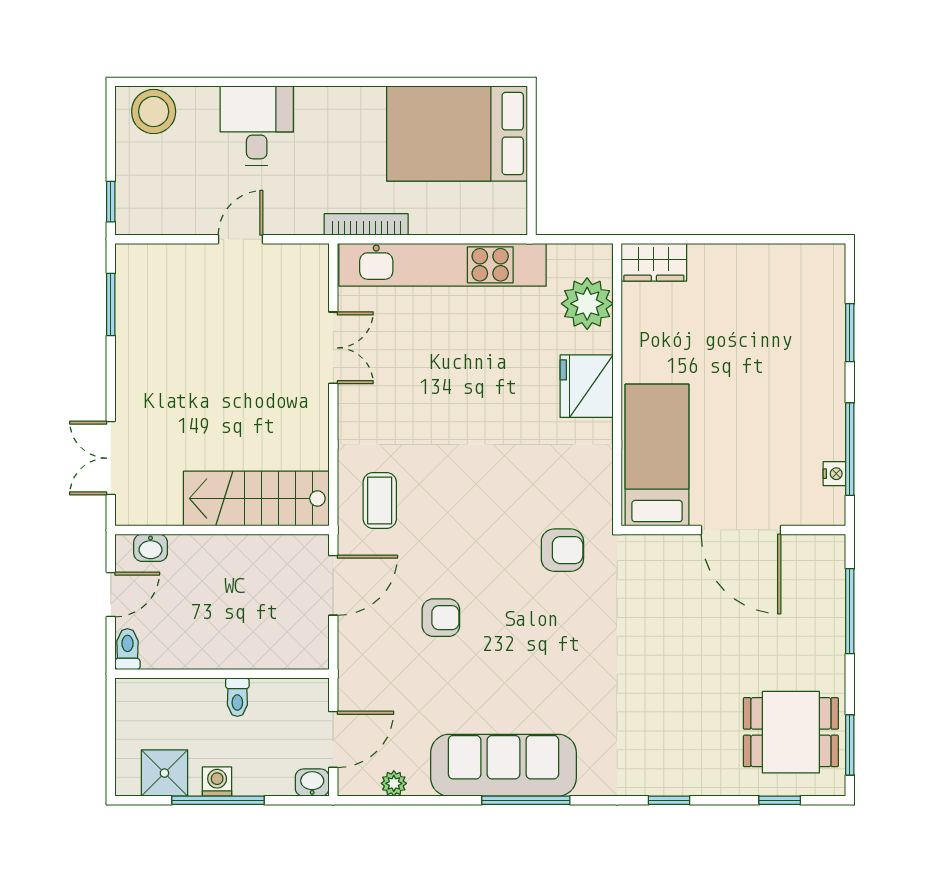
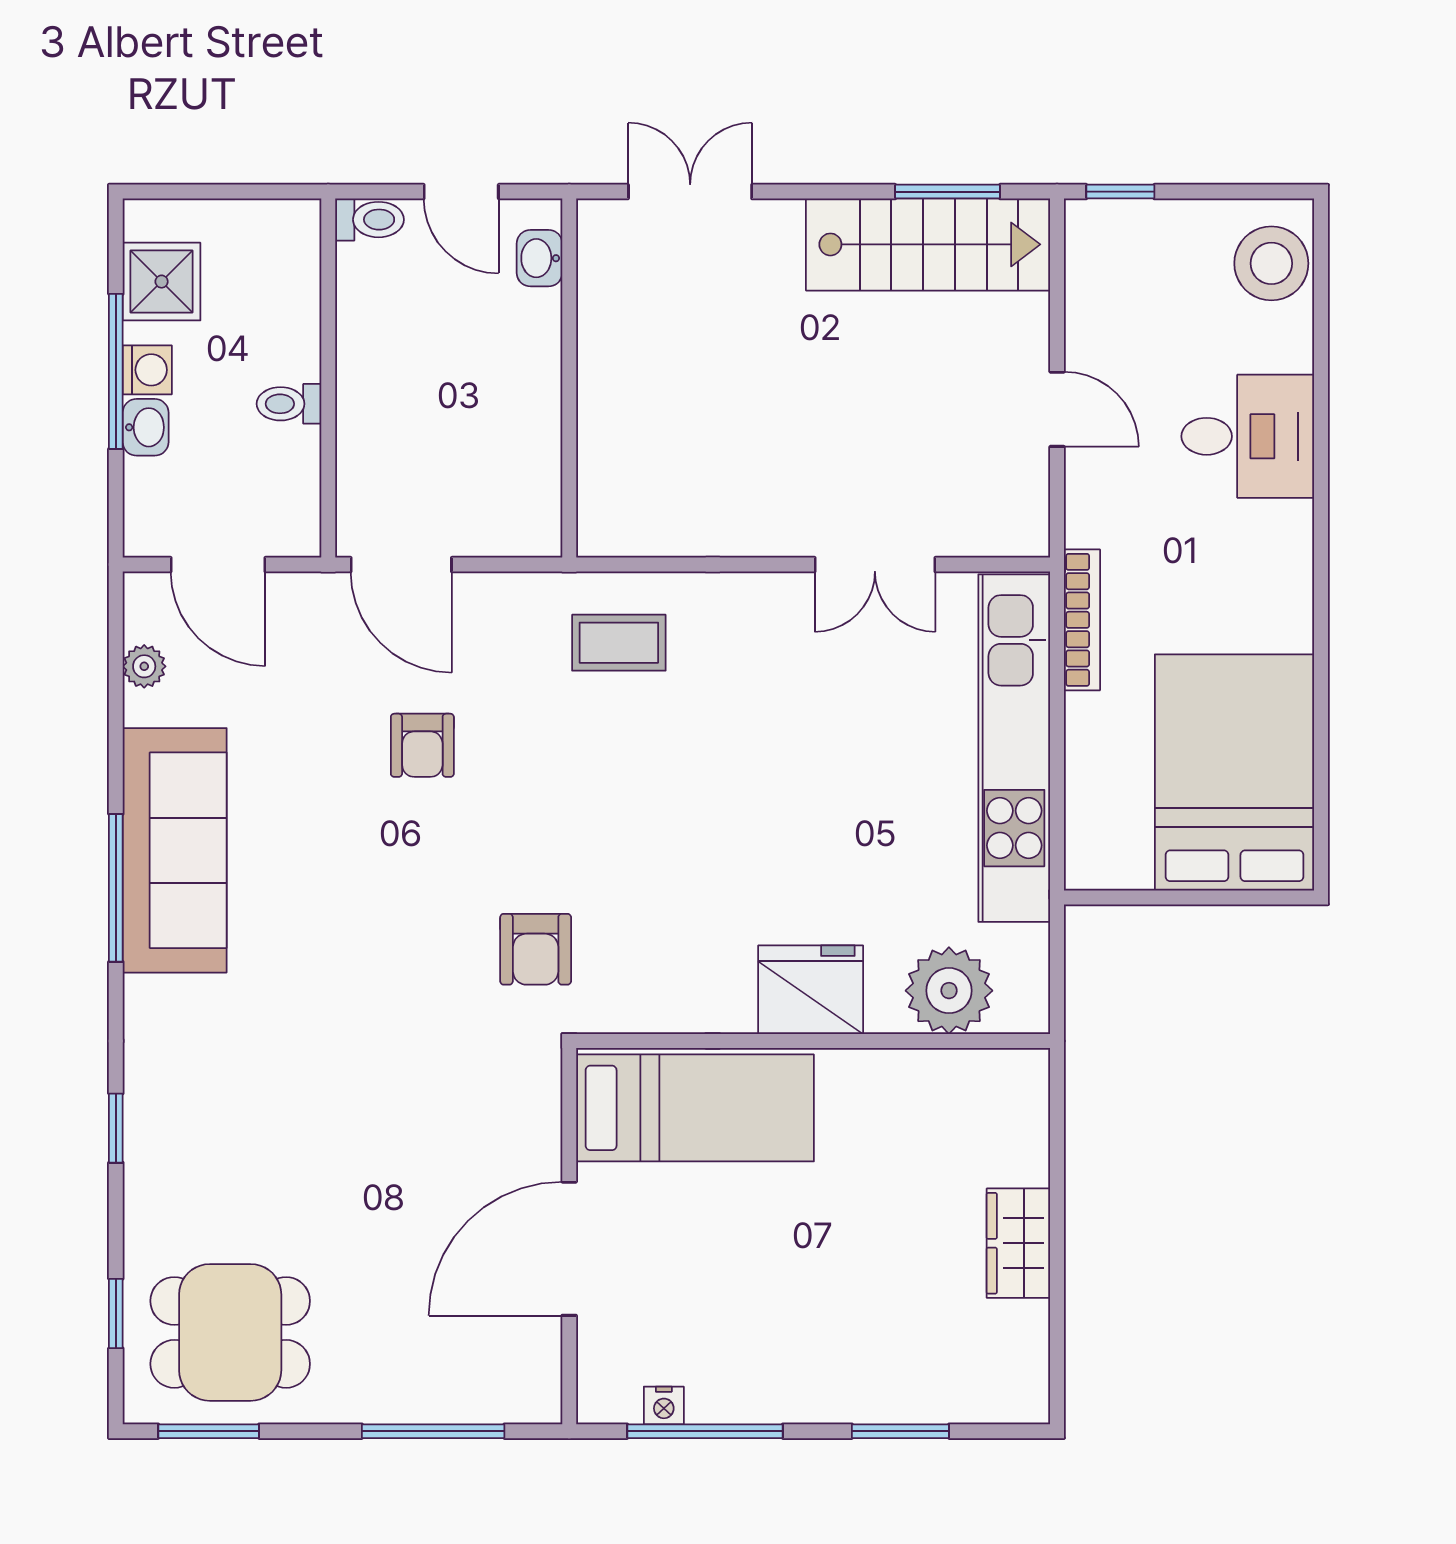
wardrobe: (654, 262) -> (1018, 1243), moved
stairs: (256, 498) -> (928, 244), moved, turned 90
door: (333, 585) -> (401, 565), moved
dining table: (791, 732) -> (230, 1332), turned 90
washbasin: (312, 783) -> (146, 427), moved

